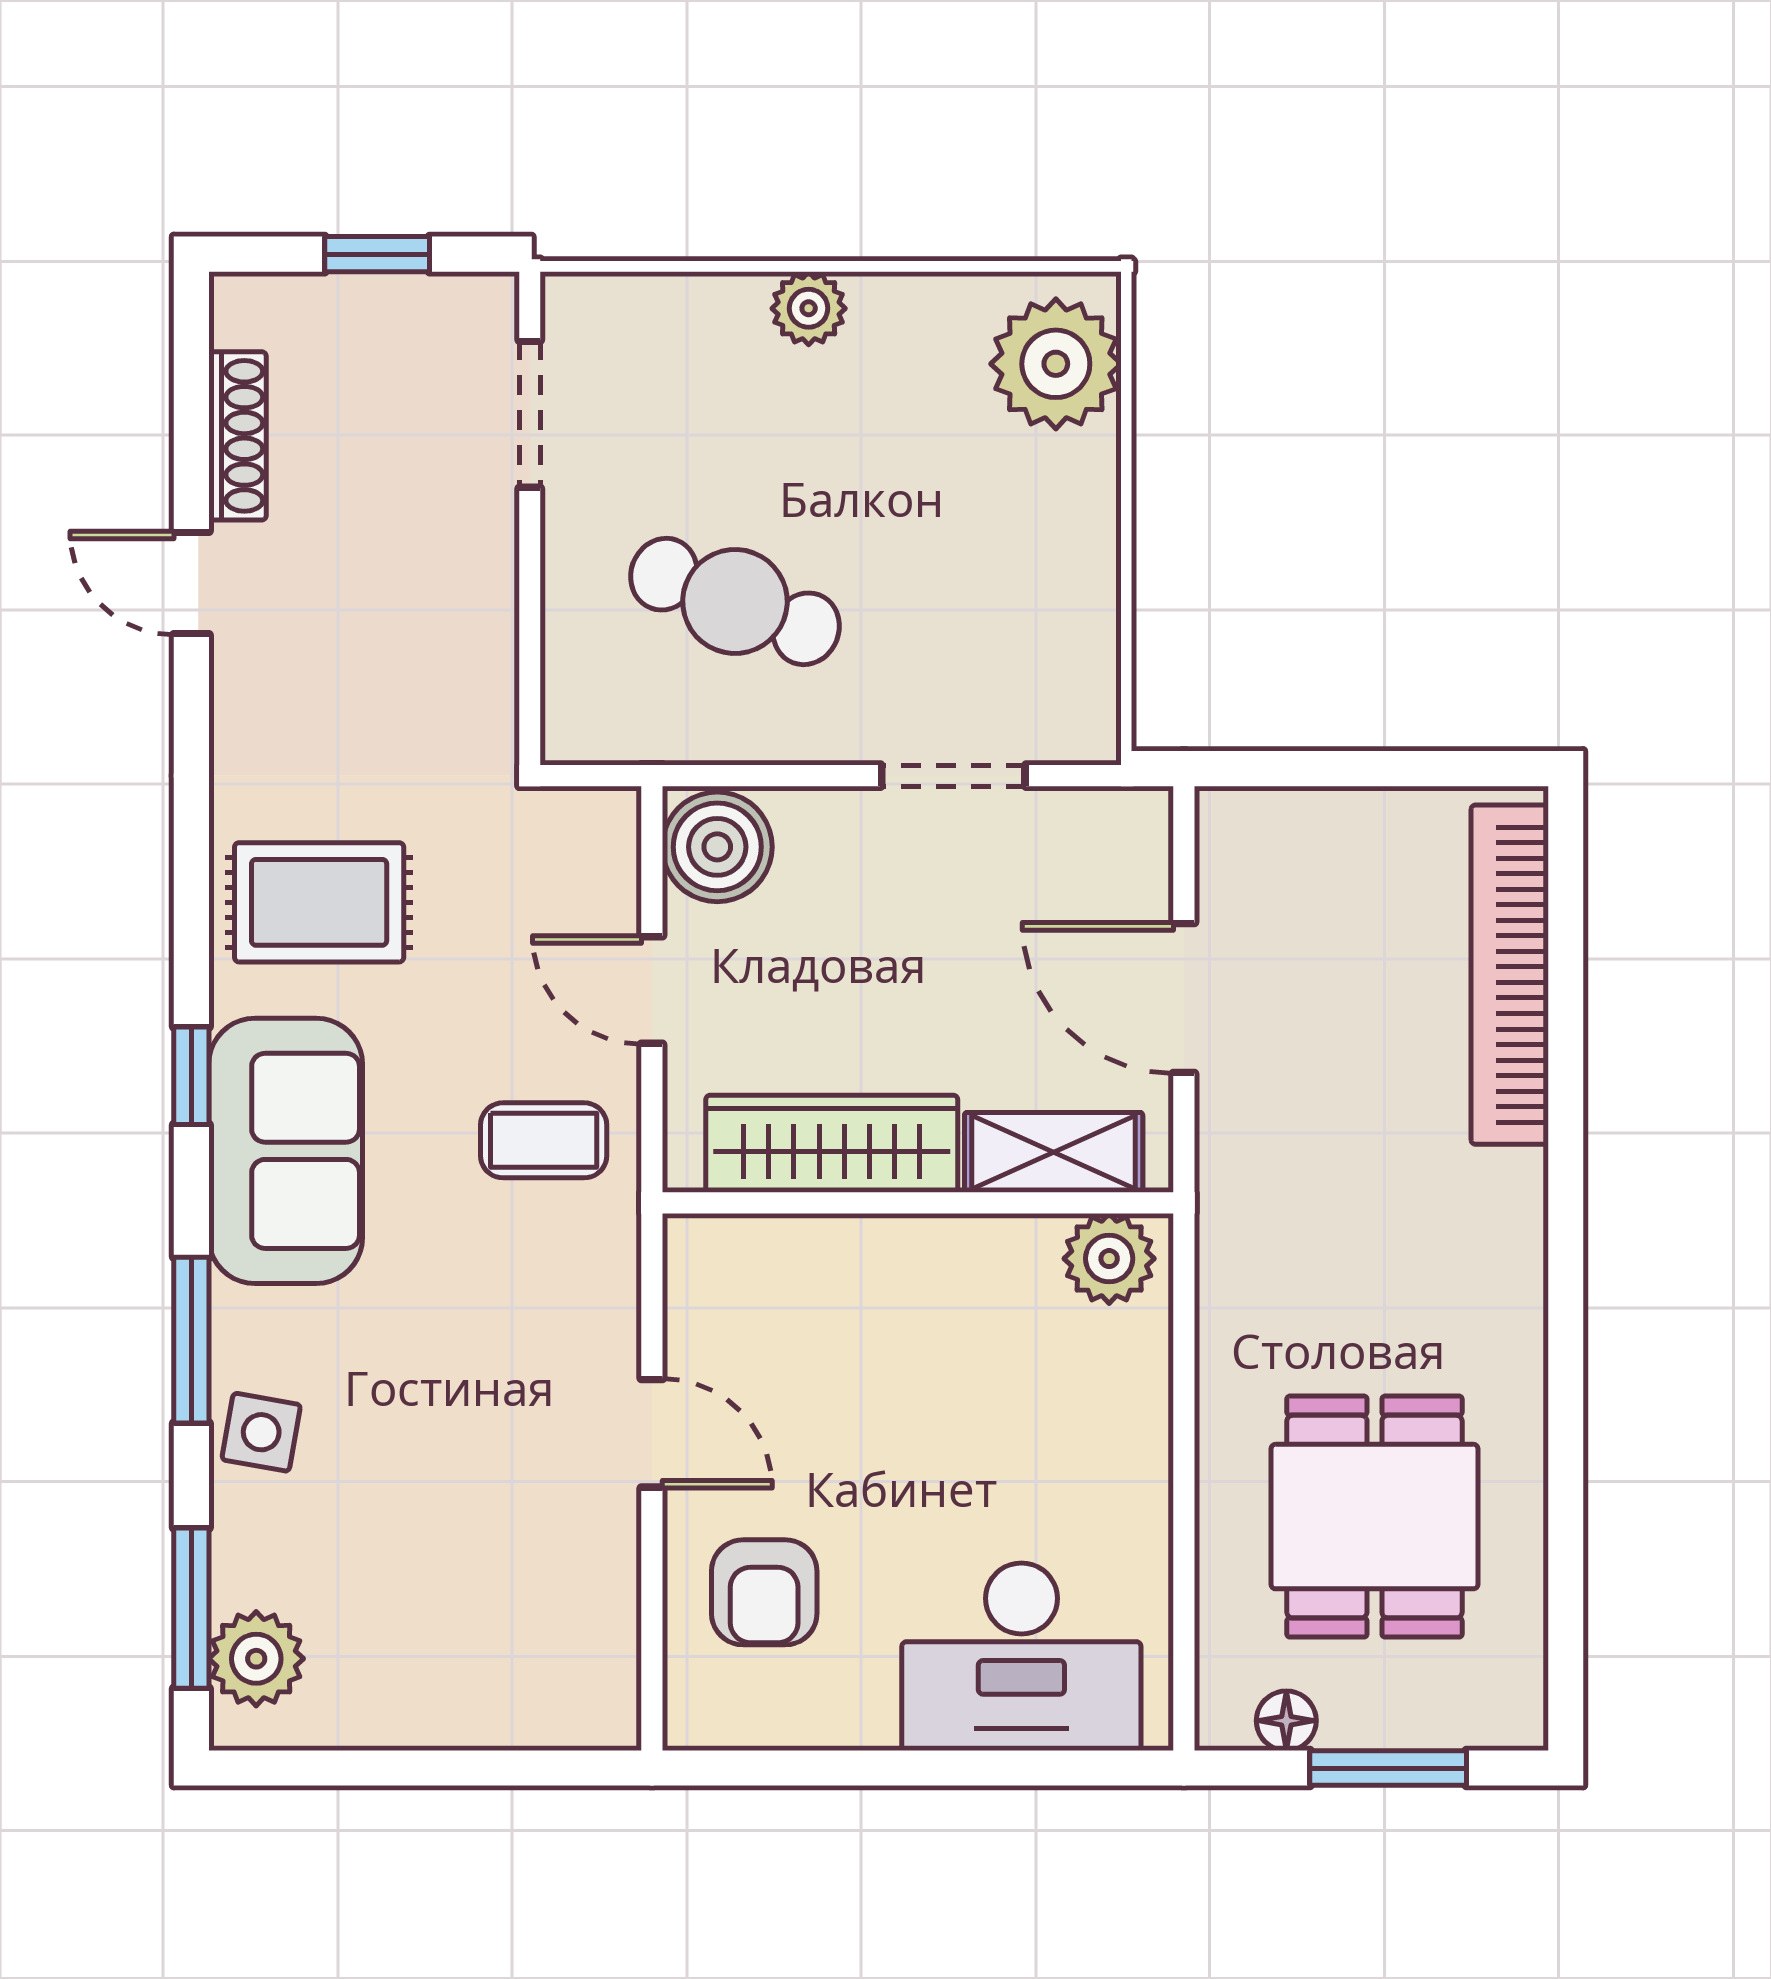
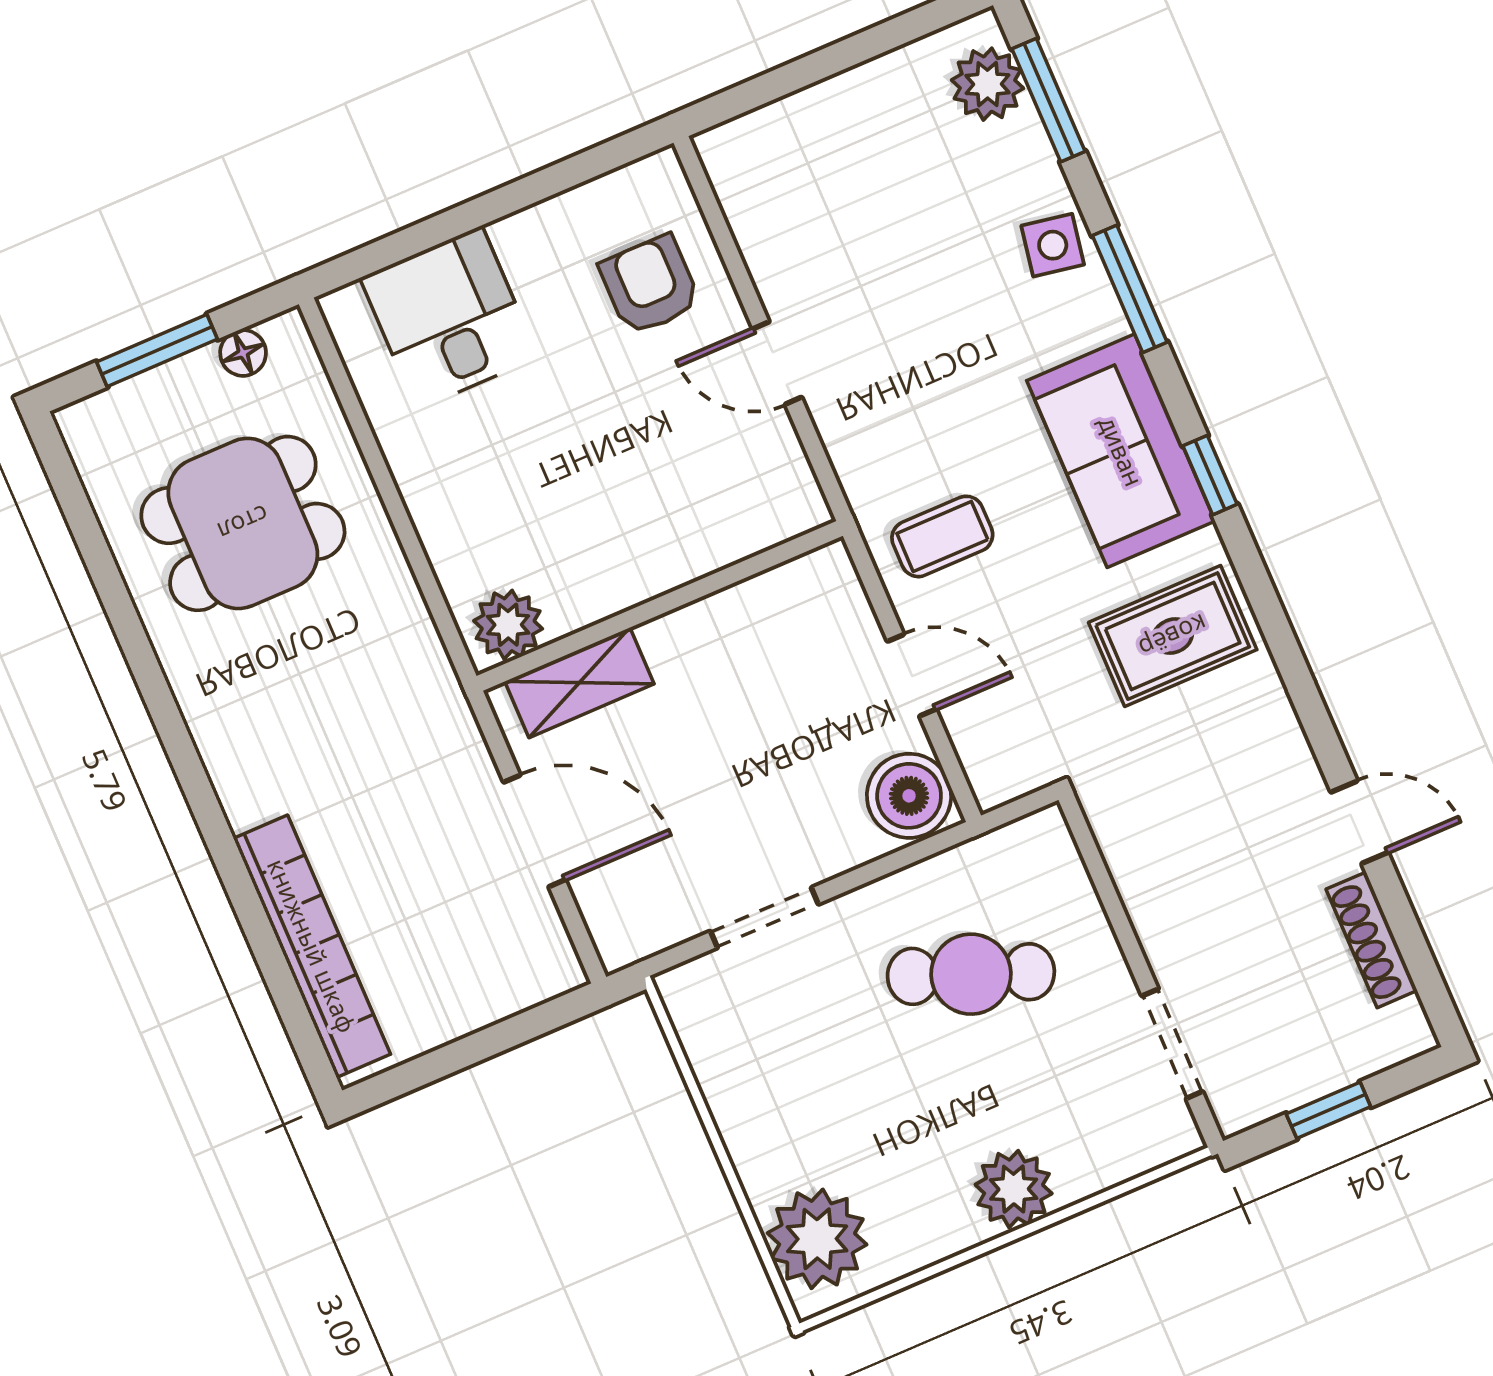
plant: (809, 308) -> (1014, 1189), width x1.38, depth x1.38
wardrobe: (832, 1144) -> (738, 621), removed
dining table: (1374, 1517) -> (243, 523), turned 90
desk: (1021, 1657) -> (449, 318), width x0.73

